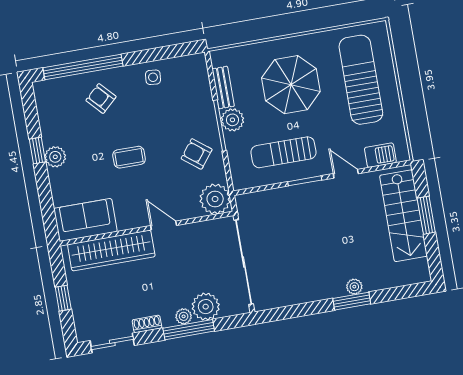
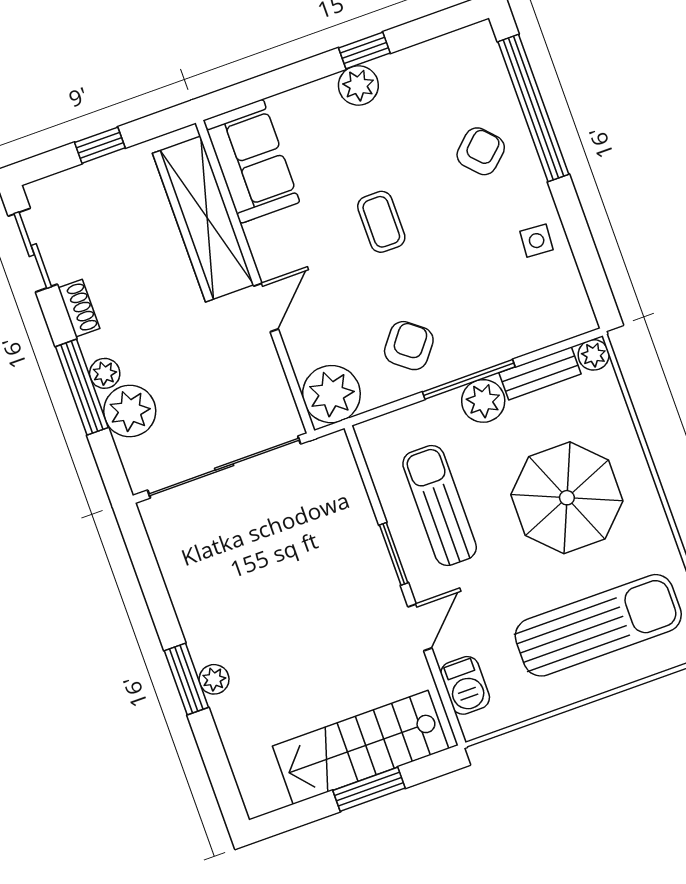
plant: (218, 58) -> (594, 355), added

